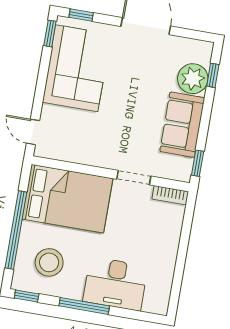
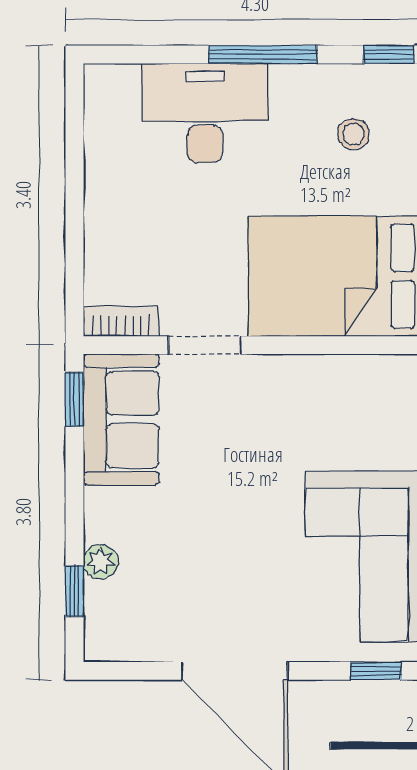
plant: (193, 79) -> (101, 562), width x0.53, depth x0.53
sofa: (182, 125) -> (121, 419), moved
stool: (49, 262) -> (353, 134), width x0.53, depth x0.53

